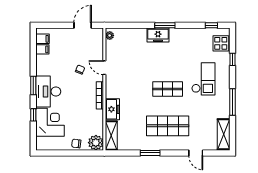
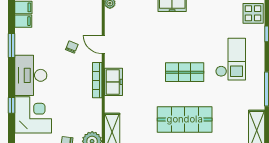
window: (33, 85) -> (11, 46), moved
freezer: (112, 109) -> (113, 82), moved

